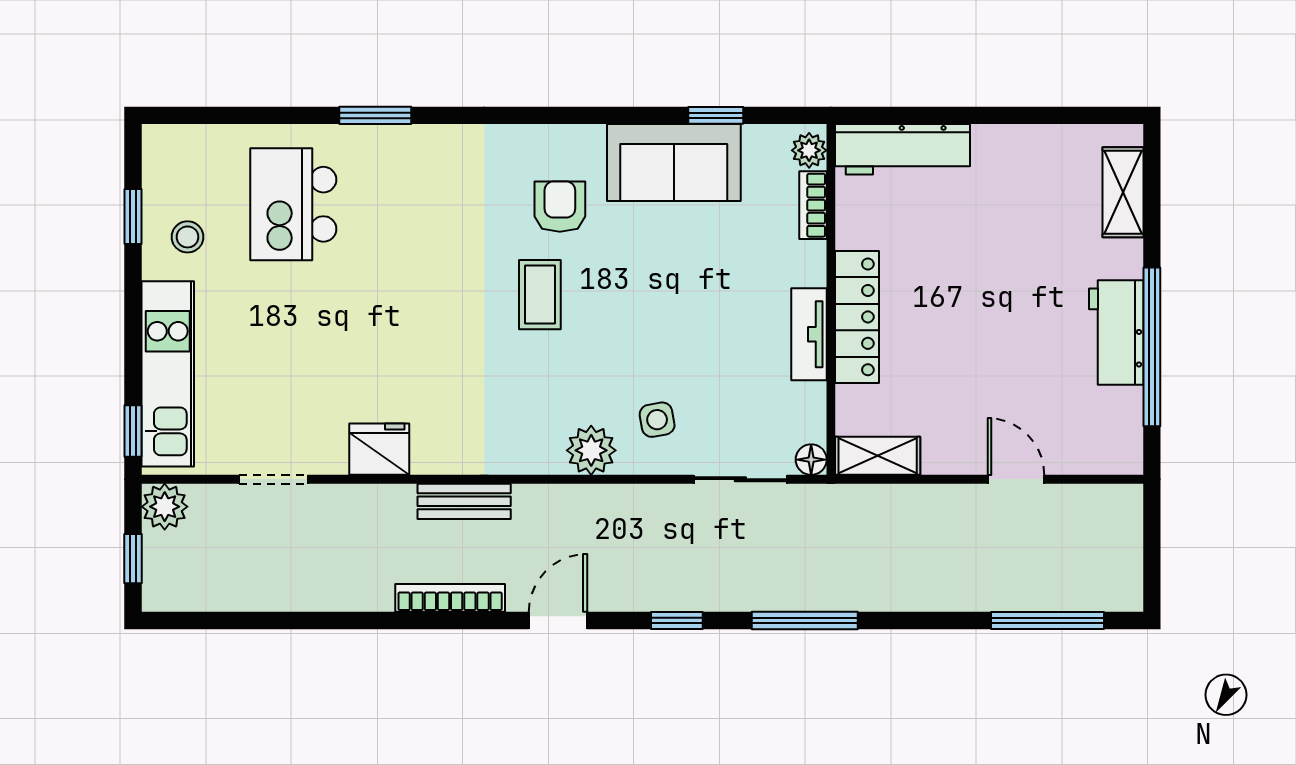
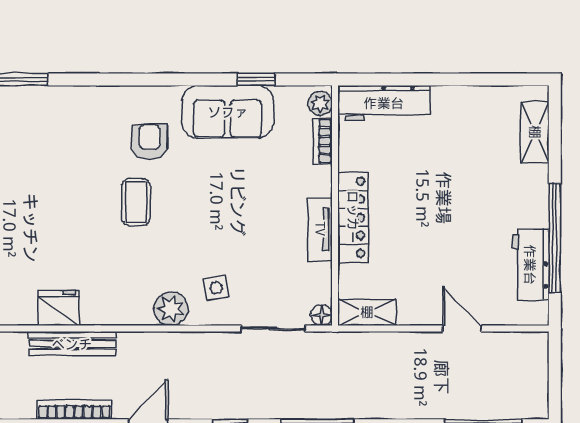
workbench: (1116, 332) -> (530, 265), moved
fridge: (379, 449) -> (59, 308), moved
bench: (464, 501) -> (72, 344), width x1.36

